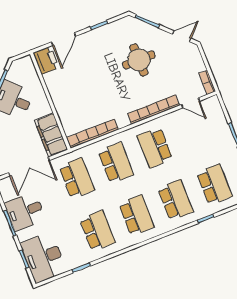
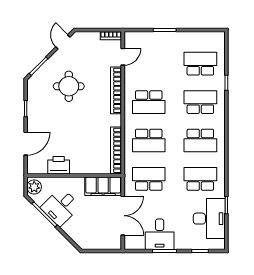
door: (63, 39) -> (26, 144), hinge flipped
printer: (46, 60) -> (59, 165), moved
plant: (23, 65) -> (34, 187), added
school desk: (116, 163) -> (149, 141), turned 180
school desk: (136, 215) -> (200, 141), turned 180
desk: (44, 257) -> (209, 219), moved, turned -90

